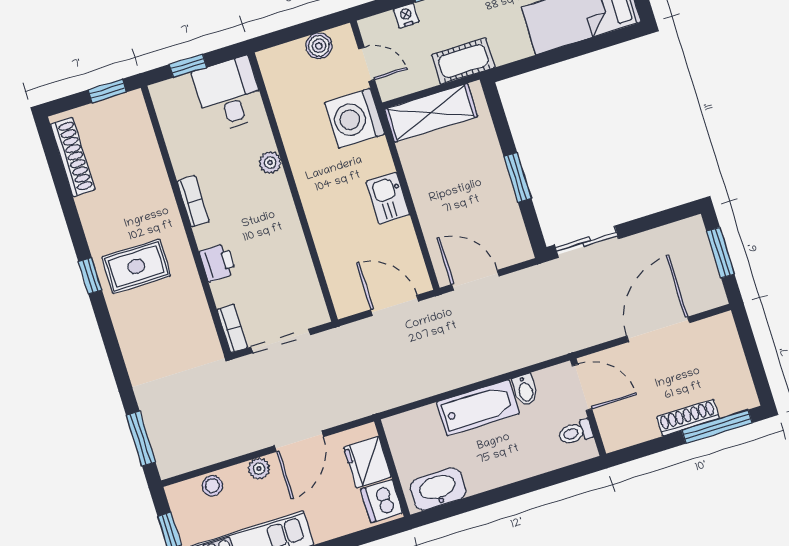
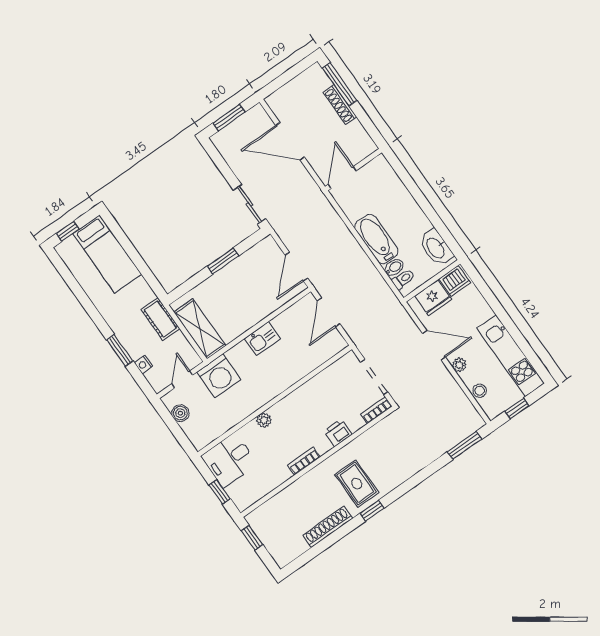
shoe rack: (73, 157) -> (328, 527), moved
bidet: (525, 390) -> (394, 268), moved
toilet: (575, 433) -> (403, 279), moved, turned -90

